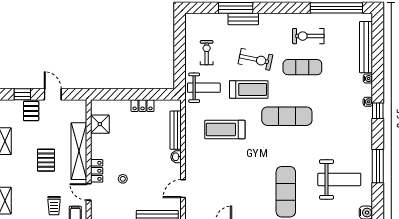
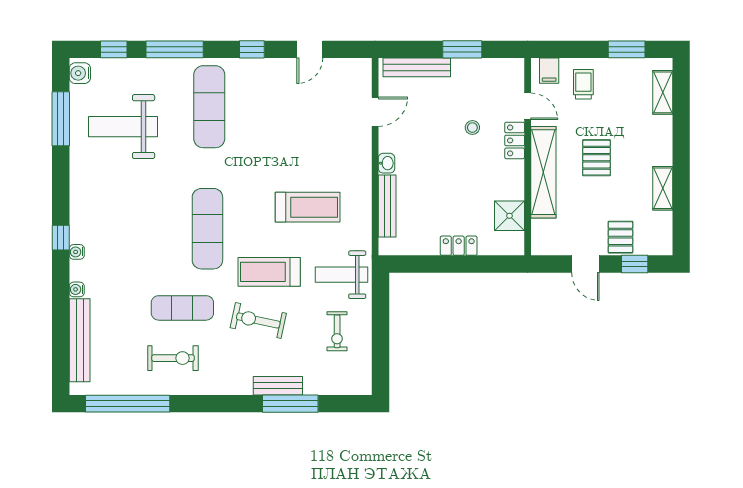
locker: (143, 106) -> (459, 246), moved
exercise mat: (287, 116) -> (207, 229), turned 90
window: (378, 166) -> (61, 119), moved

